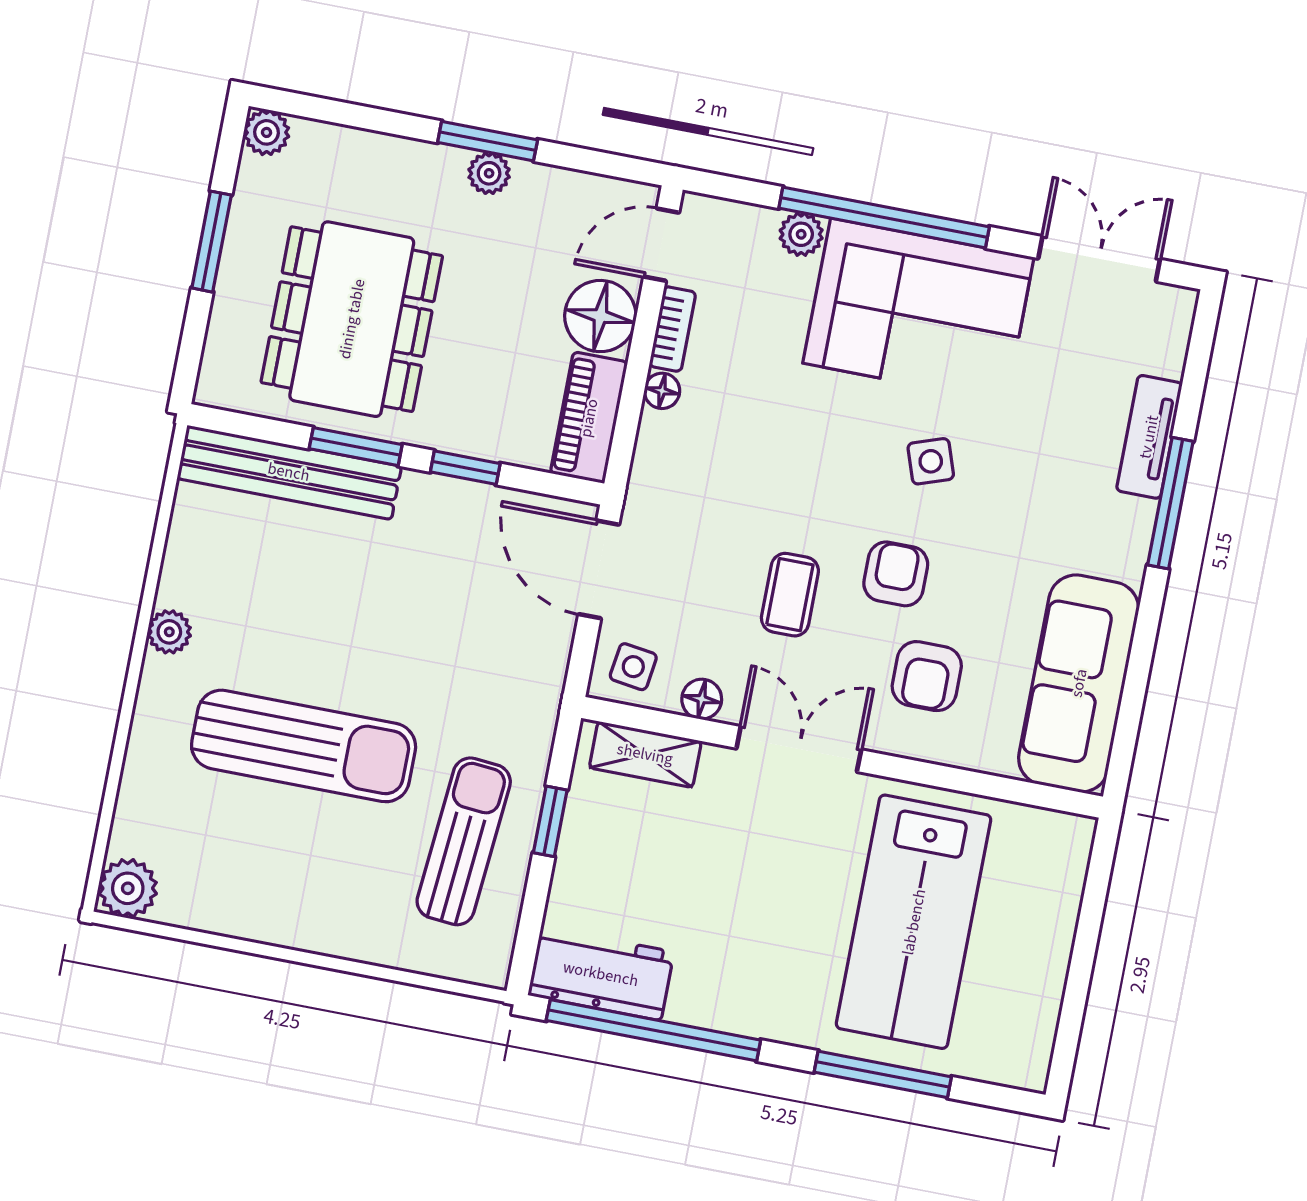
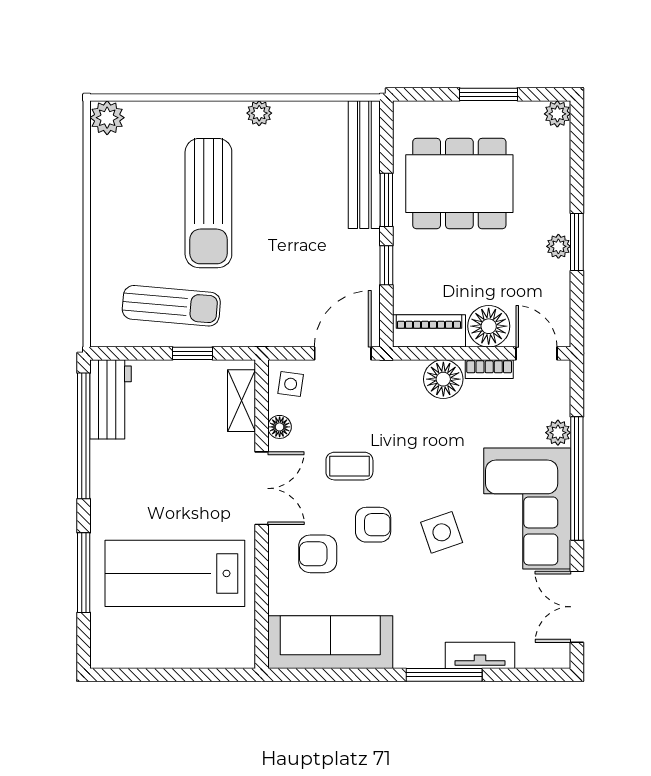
double door: (1099, 259) -> (577, 607), swing flipped
floor lamp: (662, 391) -> (443, 379), width x1.89, depth x1.89
side table: (931, 461) -> (442, 532), width x1.37, depth x1.37

